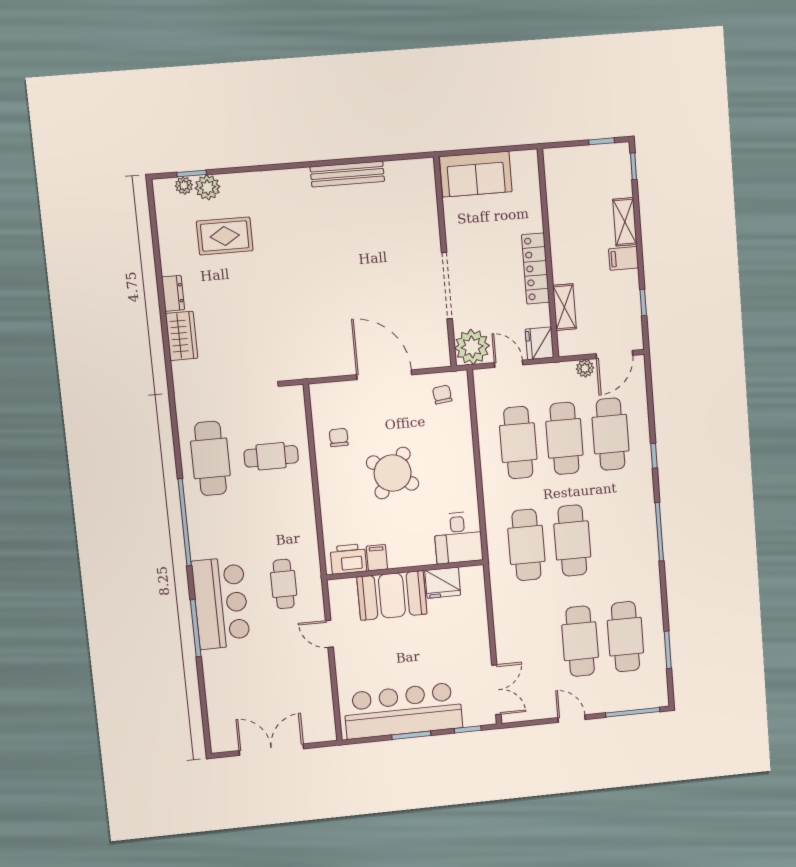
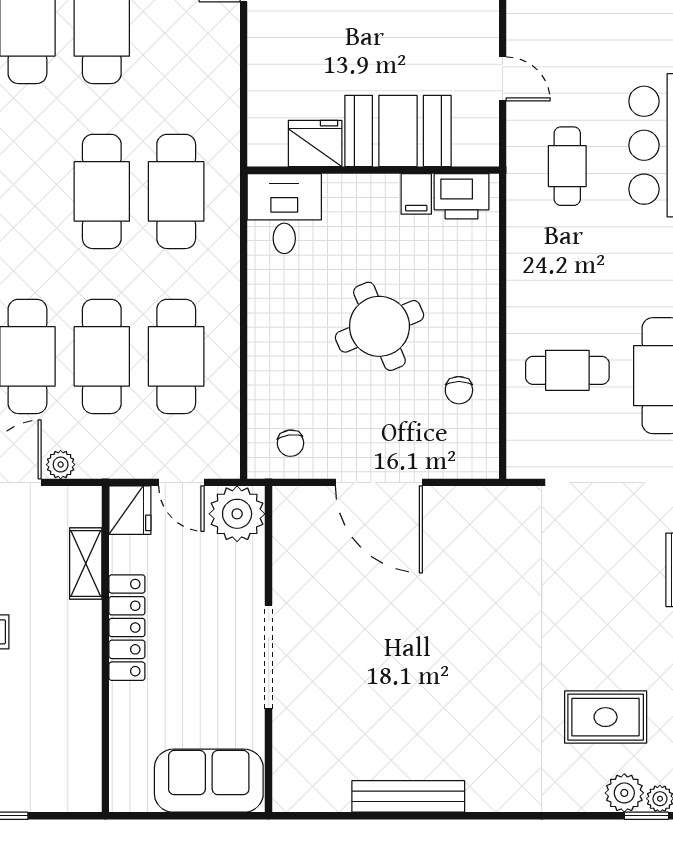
doorway: (447, 286) -> (269, 657), moved
round table: (393, 473) -> (379, 326), turned 33

